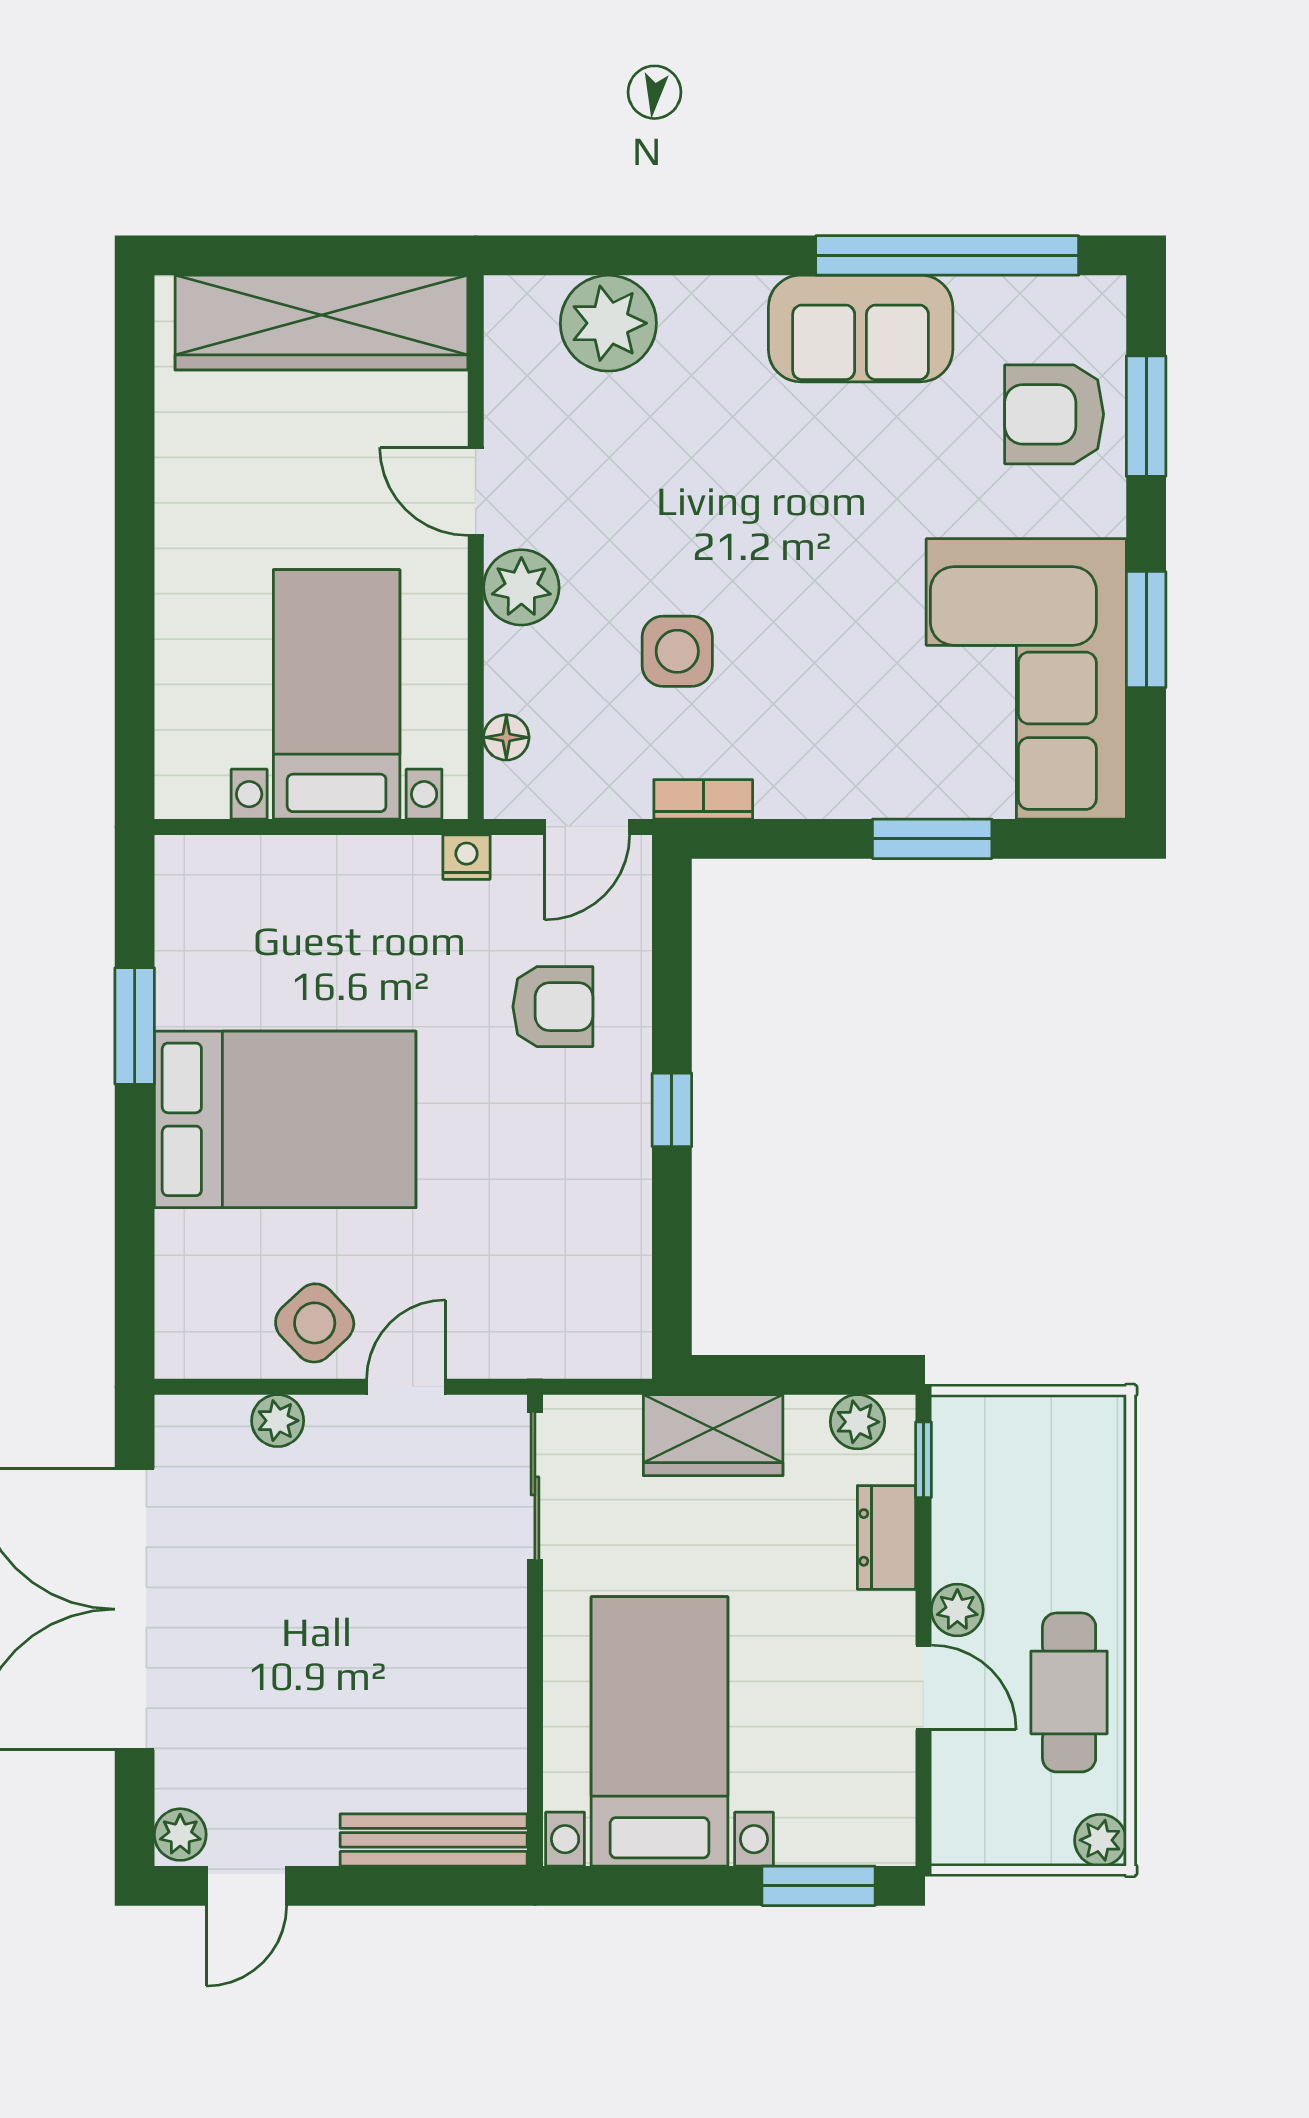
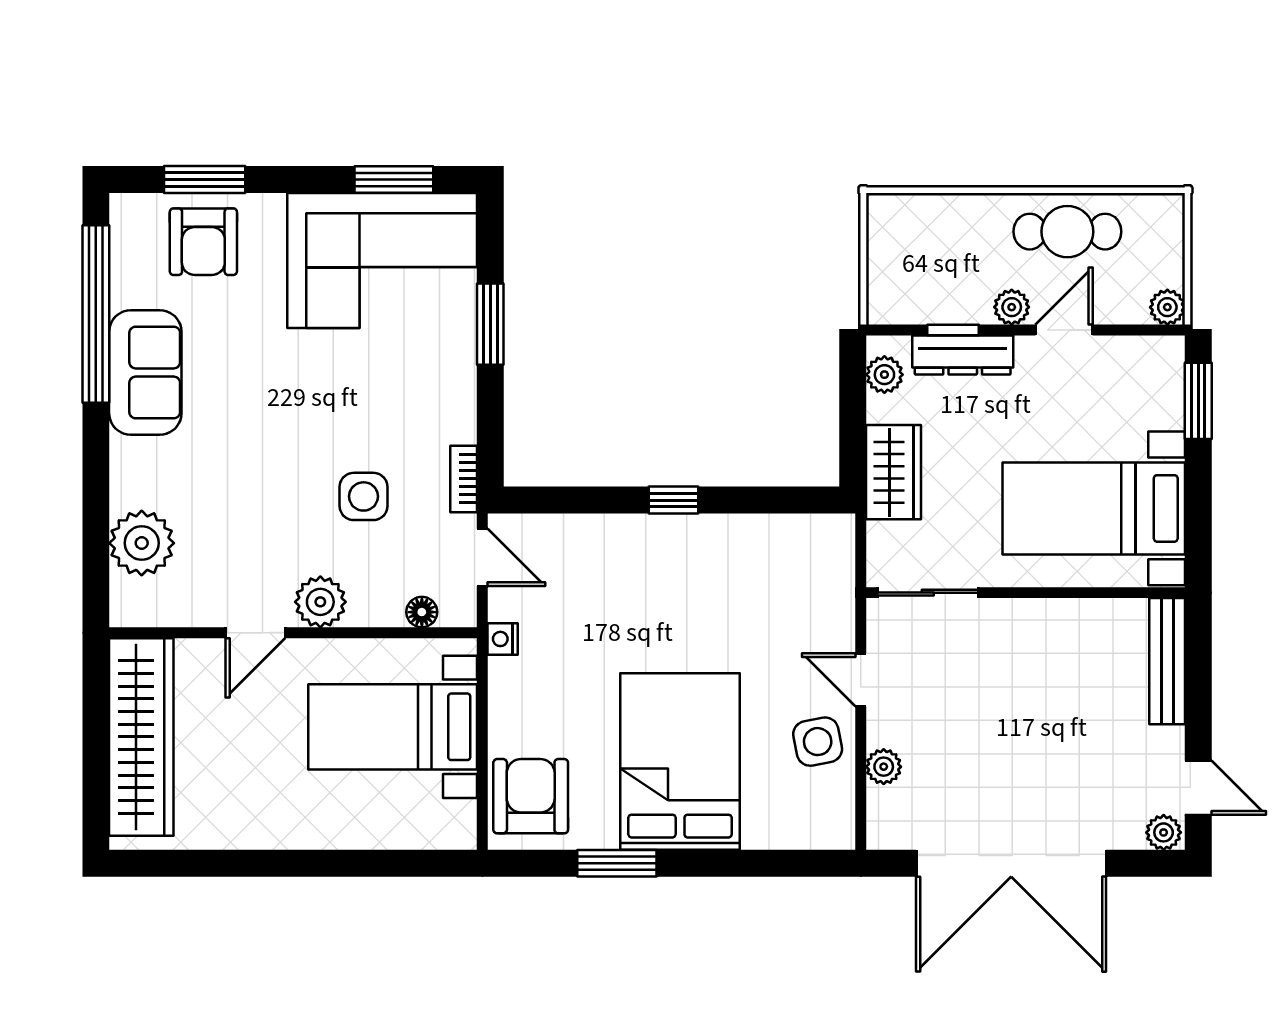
window: (1146, 630) -> (394, 179), moved
armchair: (553, 1007) -> (531, 796), moved, width x1.38, depth x1.38
side table: (315, 1323) -> (818, 742), turned 32
window: (924, 1460) -> (953, 330), moved
dresser: (886, 1537) -> (963, 355), width x1.44
plant: (1100, 1840) -> (1167, 307), moved

